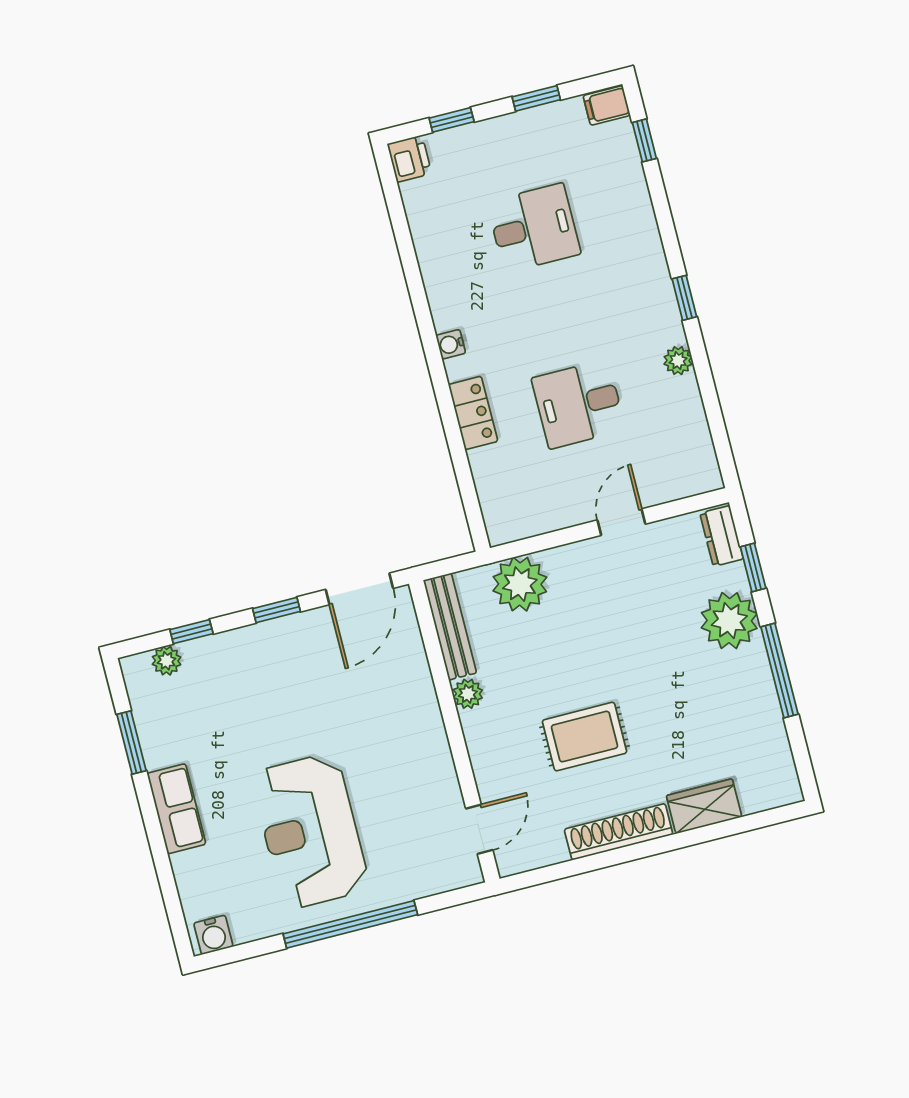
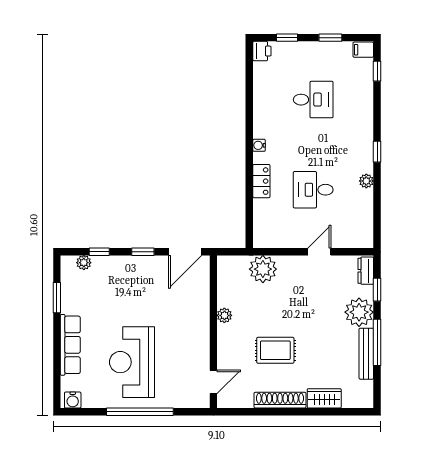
bench: (450, 627) -> (366, 354), moved
row of seats: (176, 809) -> (70, 345), width x1.48

